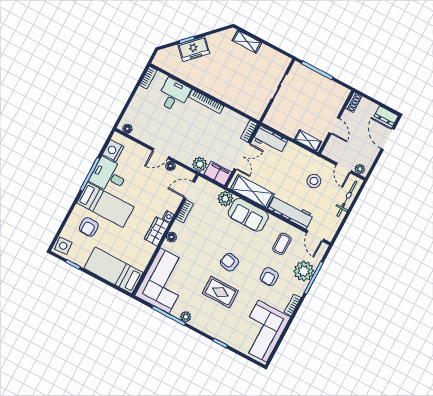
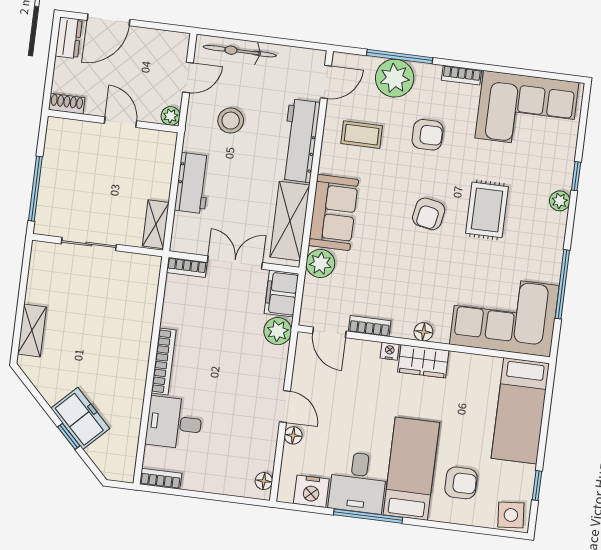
door: (334, 126) -> (120, 122), hinge flipped
workbench: (270, 140) -> (193, 183), moved
shelving: (308, 141) -> (156, 224), moved
floor lamp: (170, 166) -> (293, 435), moved
plant: (360, 169) -> (171, 116), moved
plant: (186, 317) -> (560, 201), moved

